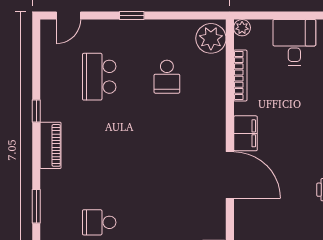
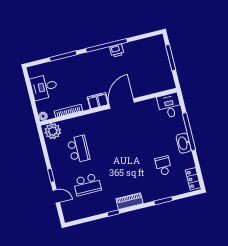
door: (68, 16) -> (56, 196), moved
school desk: (167, 77) -> (78, 149), width x1.85
school desk: (99, 222) -> (163, 166), turned 180

